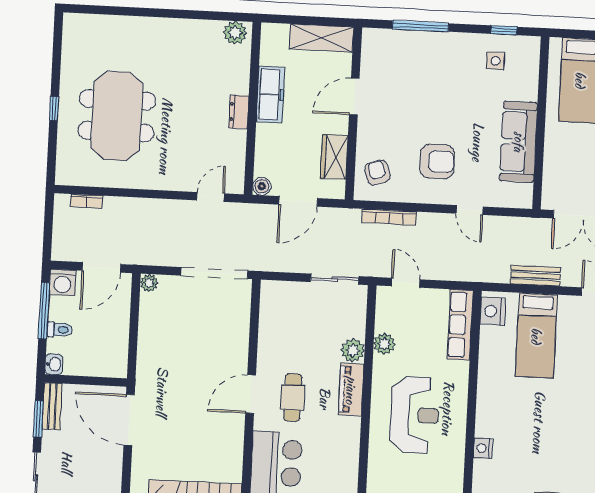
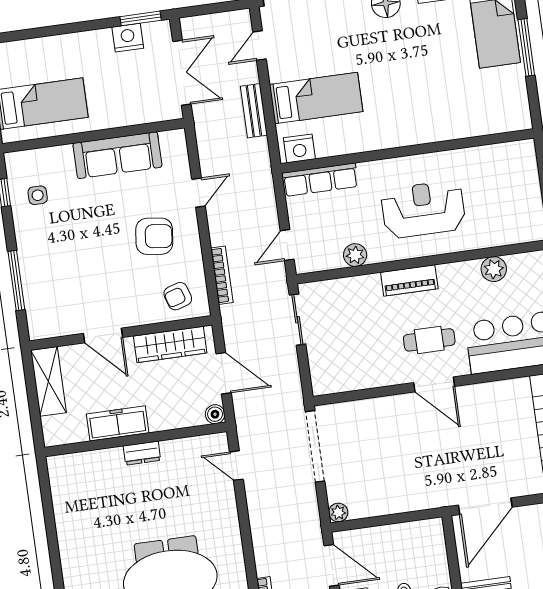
plant: (235, 33) -> (60, 473), removed
wardrobe: (334, 157) -> (170, 344), width x1.50
armchair: (437, 161) -> (154, 236), turned 97
plant: (353, 350) -> (494, 269), moved
nightstand: (483, 448) -> (444, 131), removed

